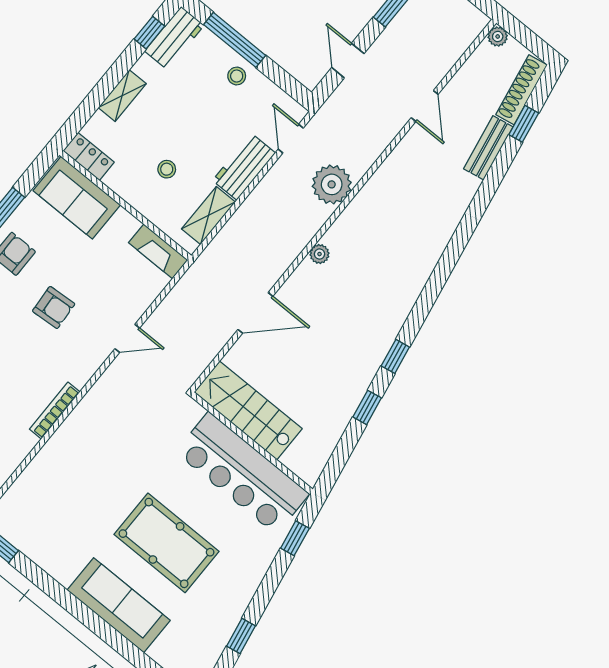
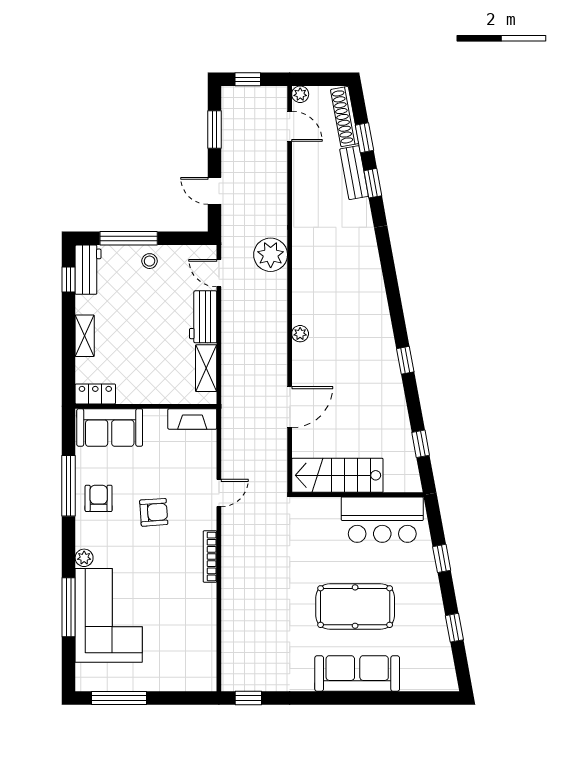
door: (425, 106) -> (290, 126), moved
stool: (167, 169) -> (154, 360), removed
window: (497, 171) -> (373, 183), added
plant: (332, 184) -> (271, 255), moved
window: (367, 407) -> (421, 444), moved
bookcase: (55, 411) -> (210, 557), moved
bar counter: (242, 473) -> (382, 520), width x0.73
window: (295, 538) -> (442, 558), moved

